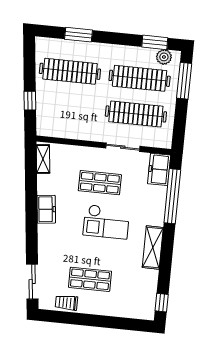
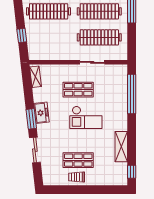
freezer: (159, 169) -> (120, 76), removed
window: (31, 216) -> (31, 119), added
shelving: (153, 247) -> (121, 147), moved
sliding door: (32, 282) -> (35, 150), moved
trolley: (66, 303) -> (77, 177), moved

